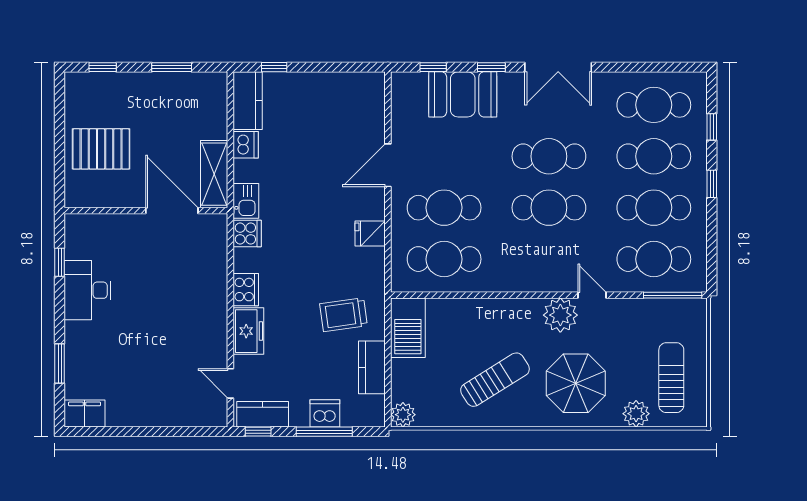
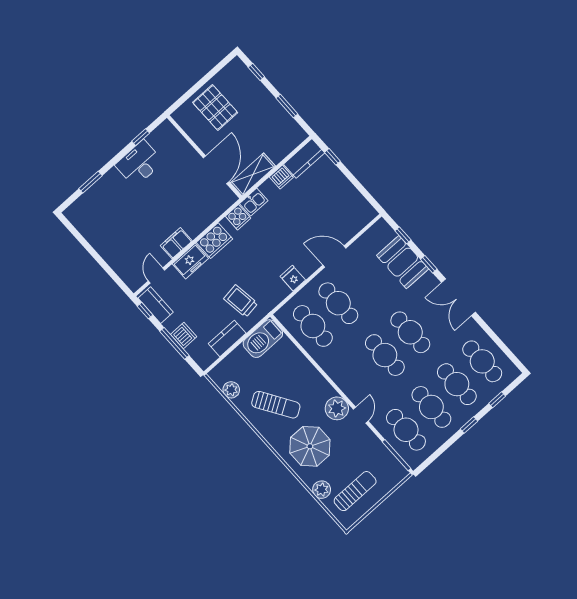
cooker: (246, 290) -> (214, 241), width x1.37, depth x1.31
filing cabinet: (84, 413) -> (176, 243), moved, turned -90
plant: (403, 415) -> (231, 390), moved

